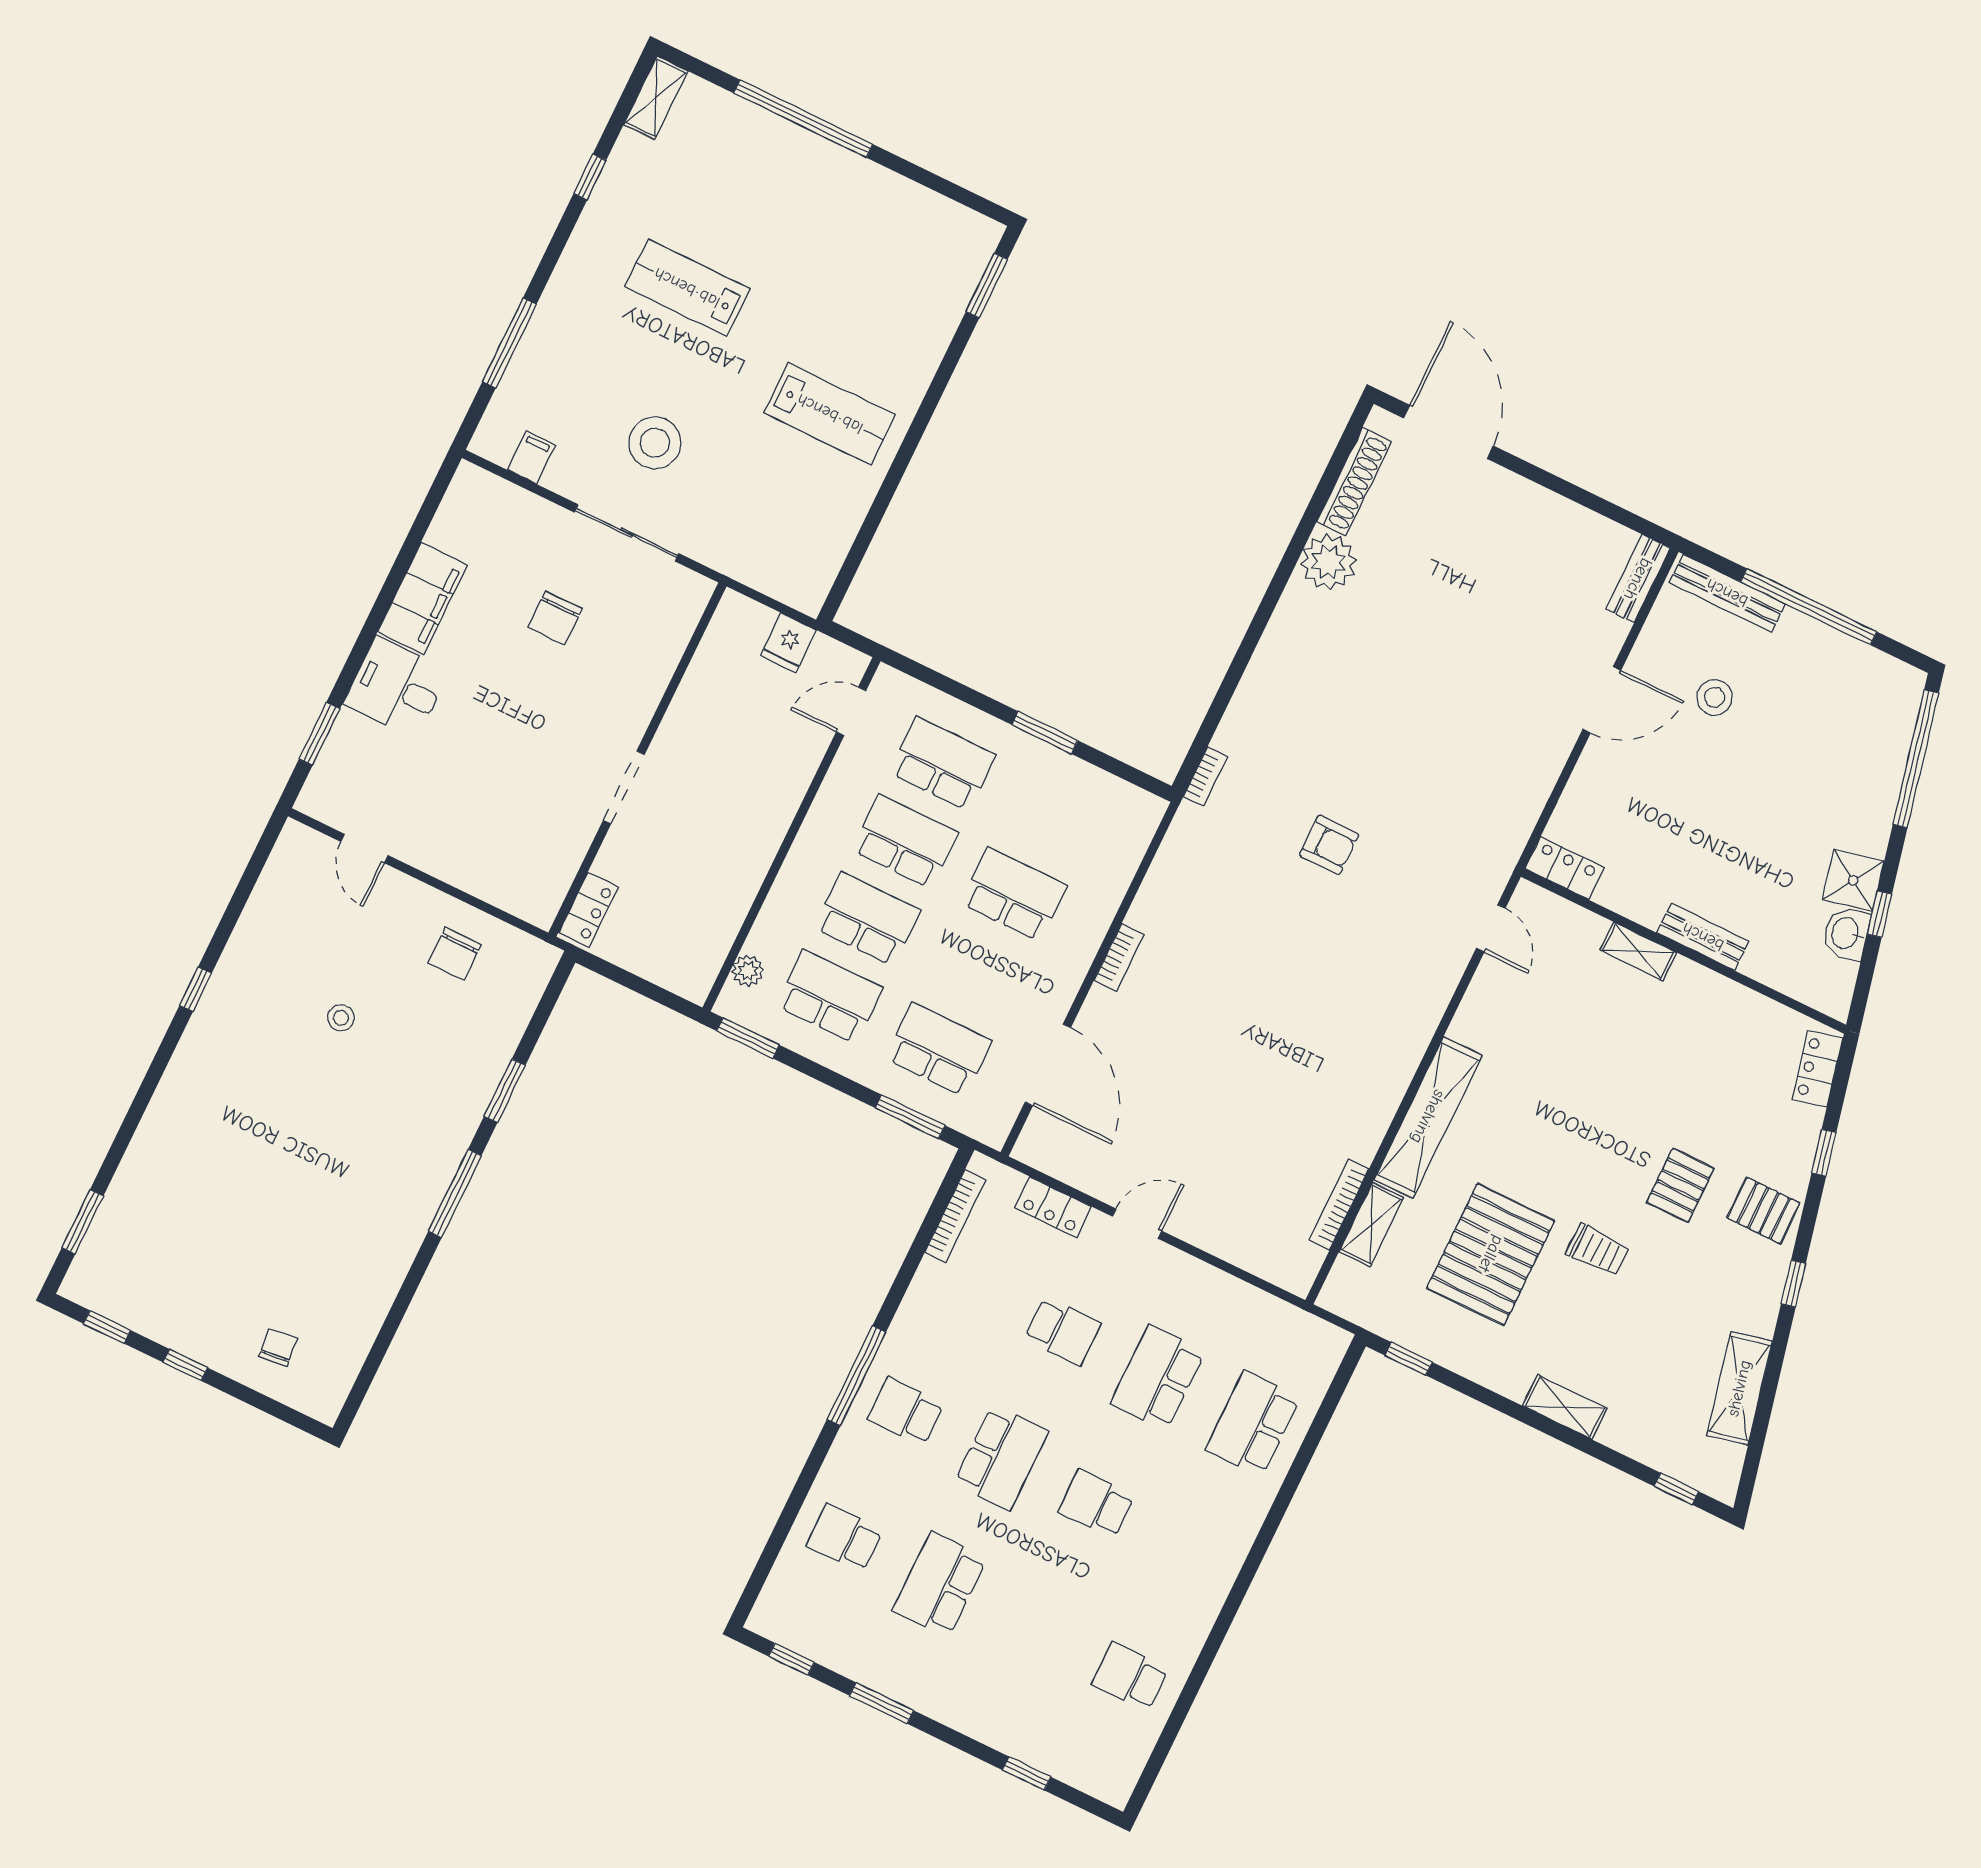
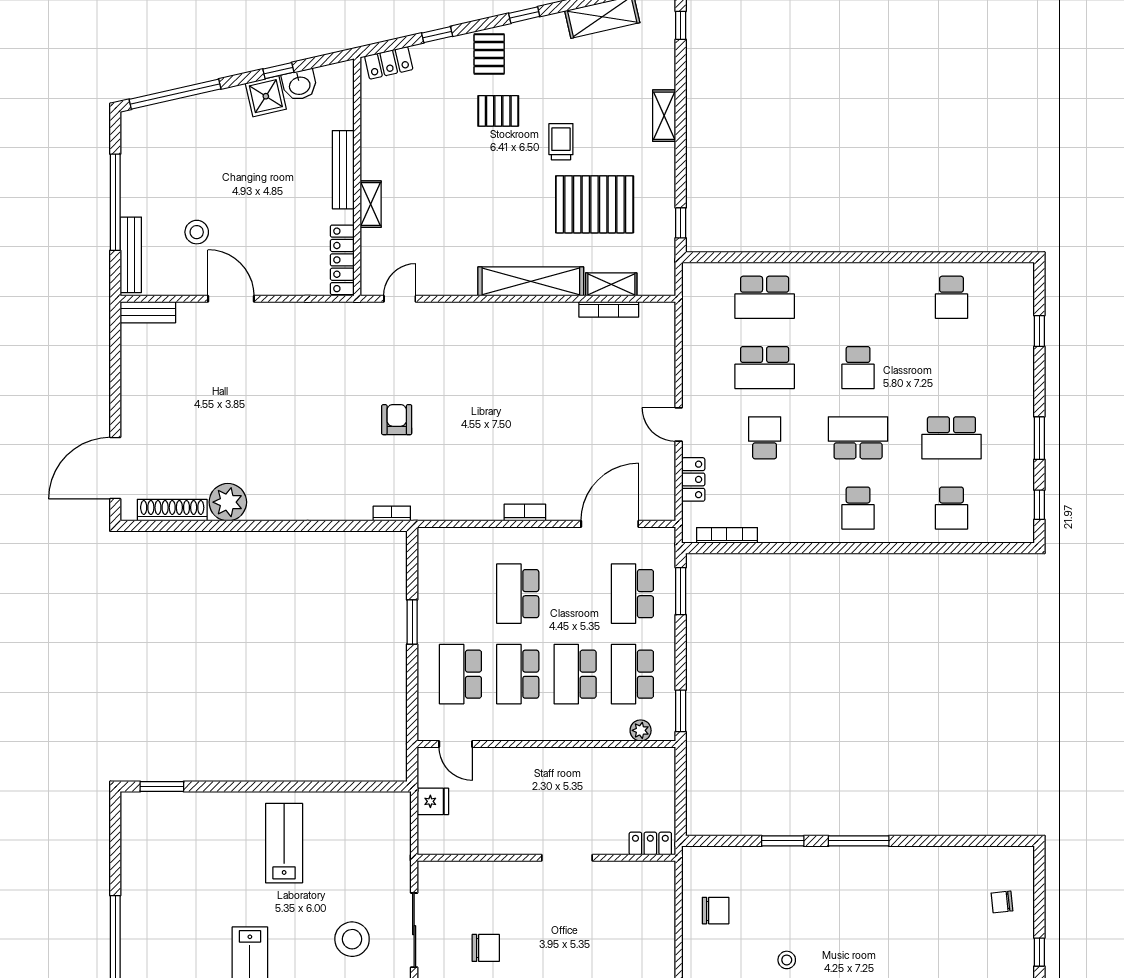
locker: (1564, 868) -> (342, 260), width x1.53
bench: (1703, 937) -> (343, 170), width x1.36
window: (856, 1376) -> (851, 548), removed

